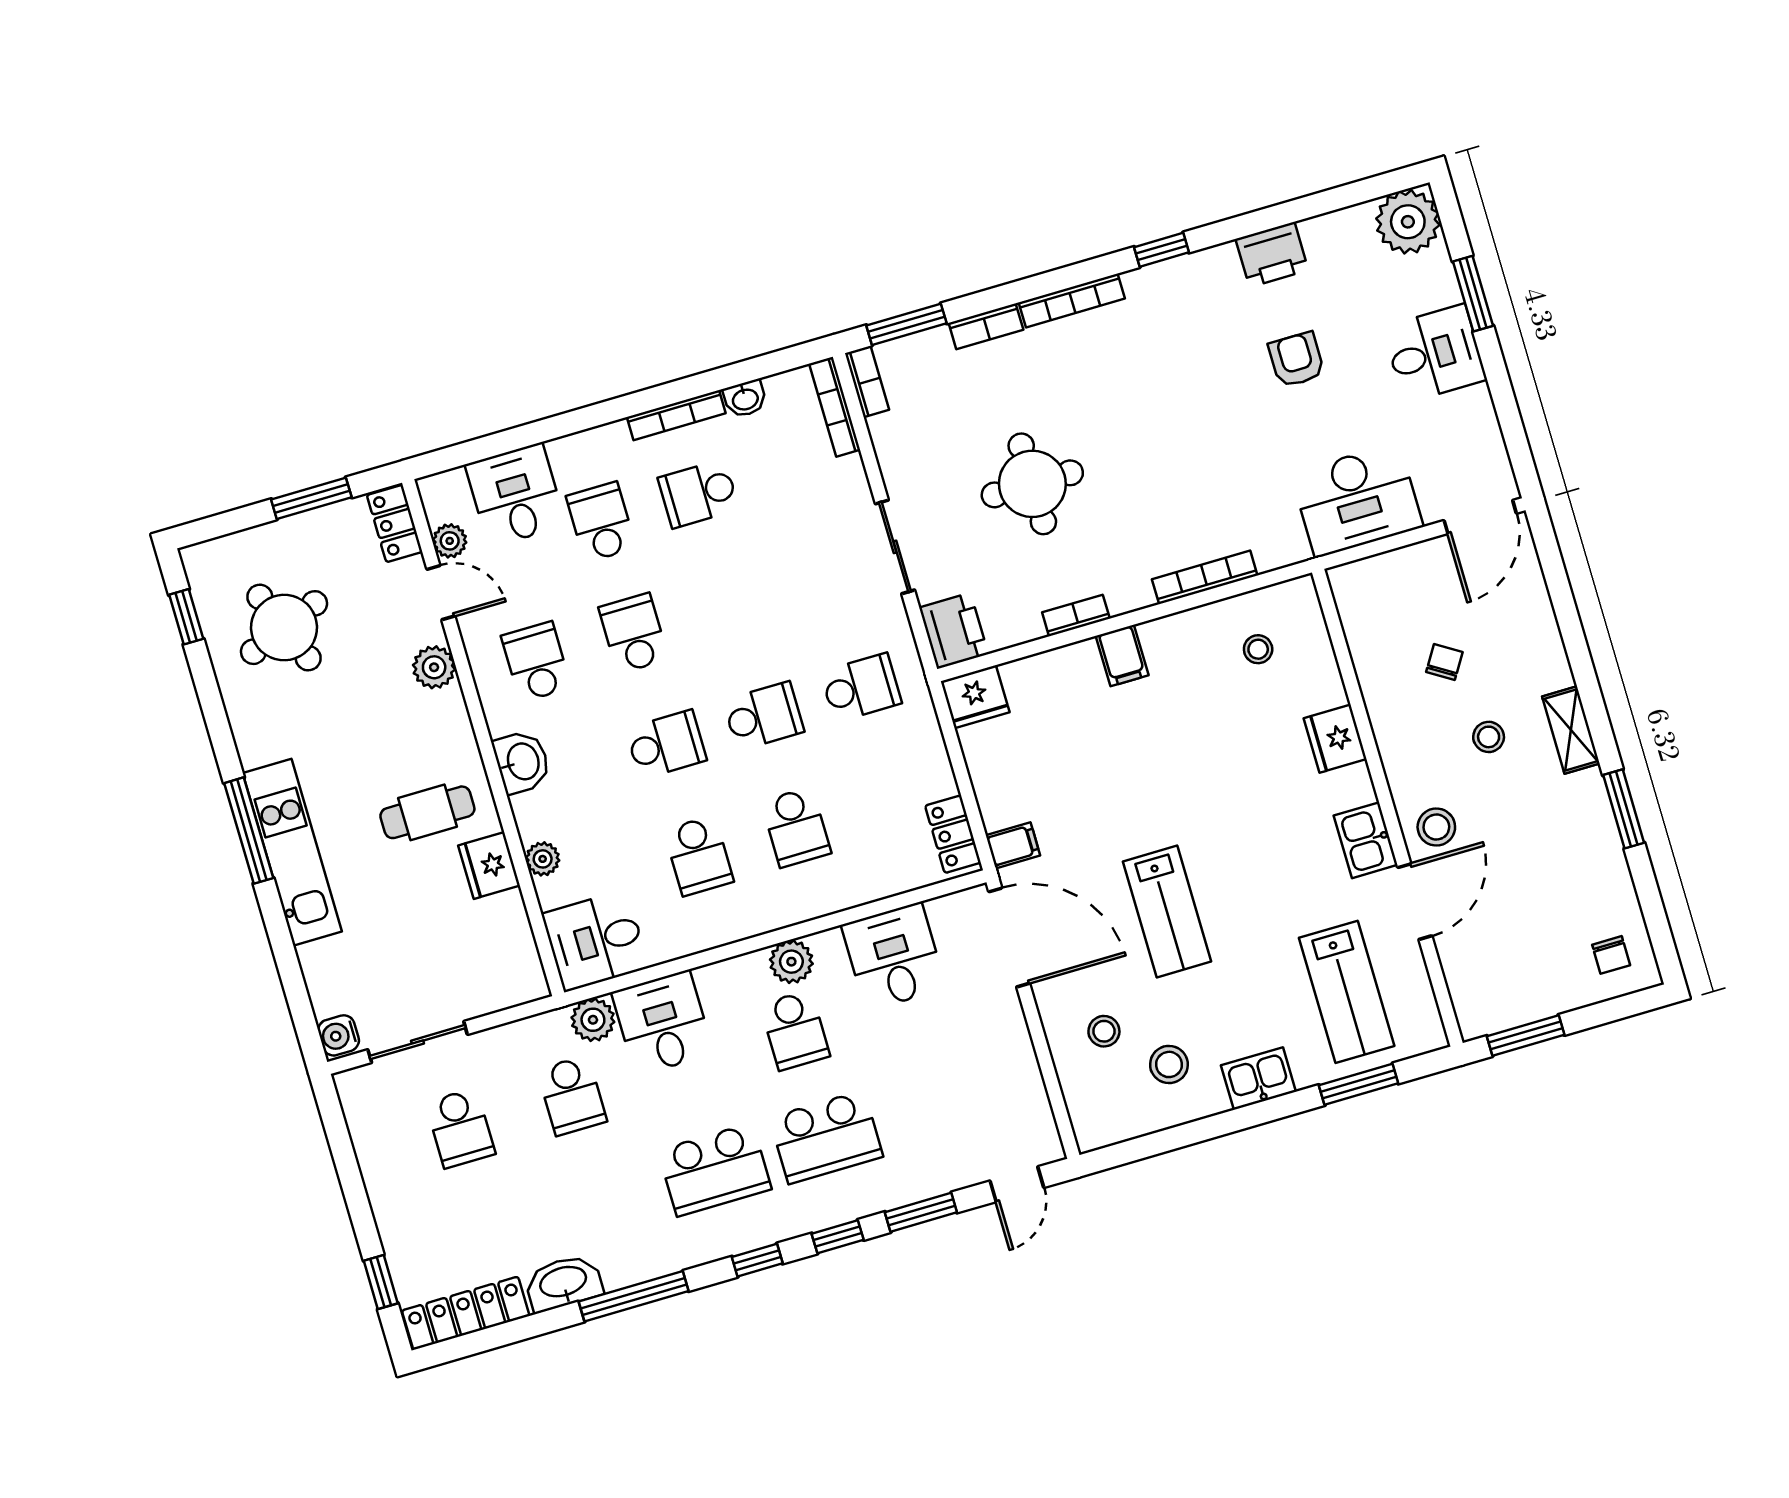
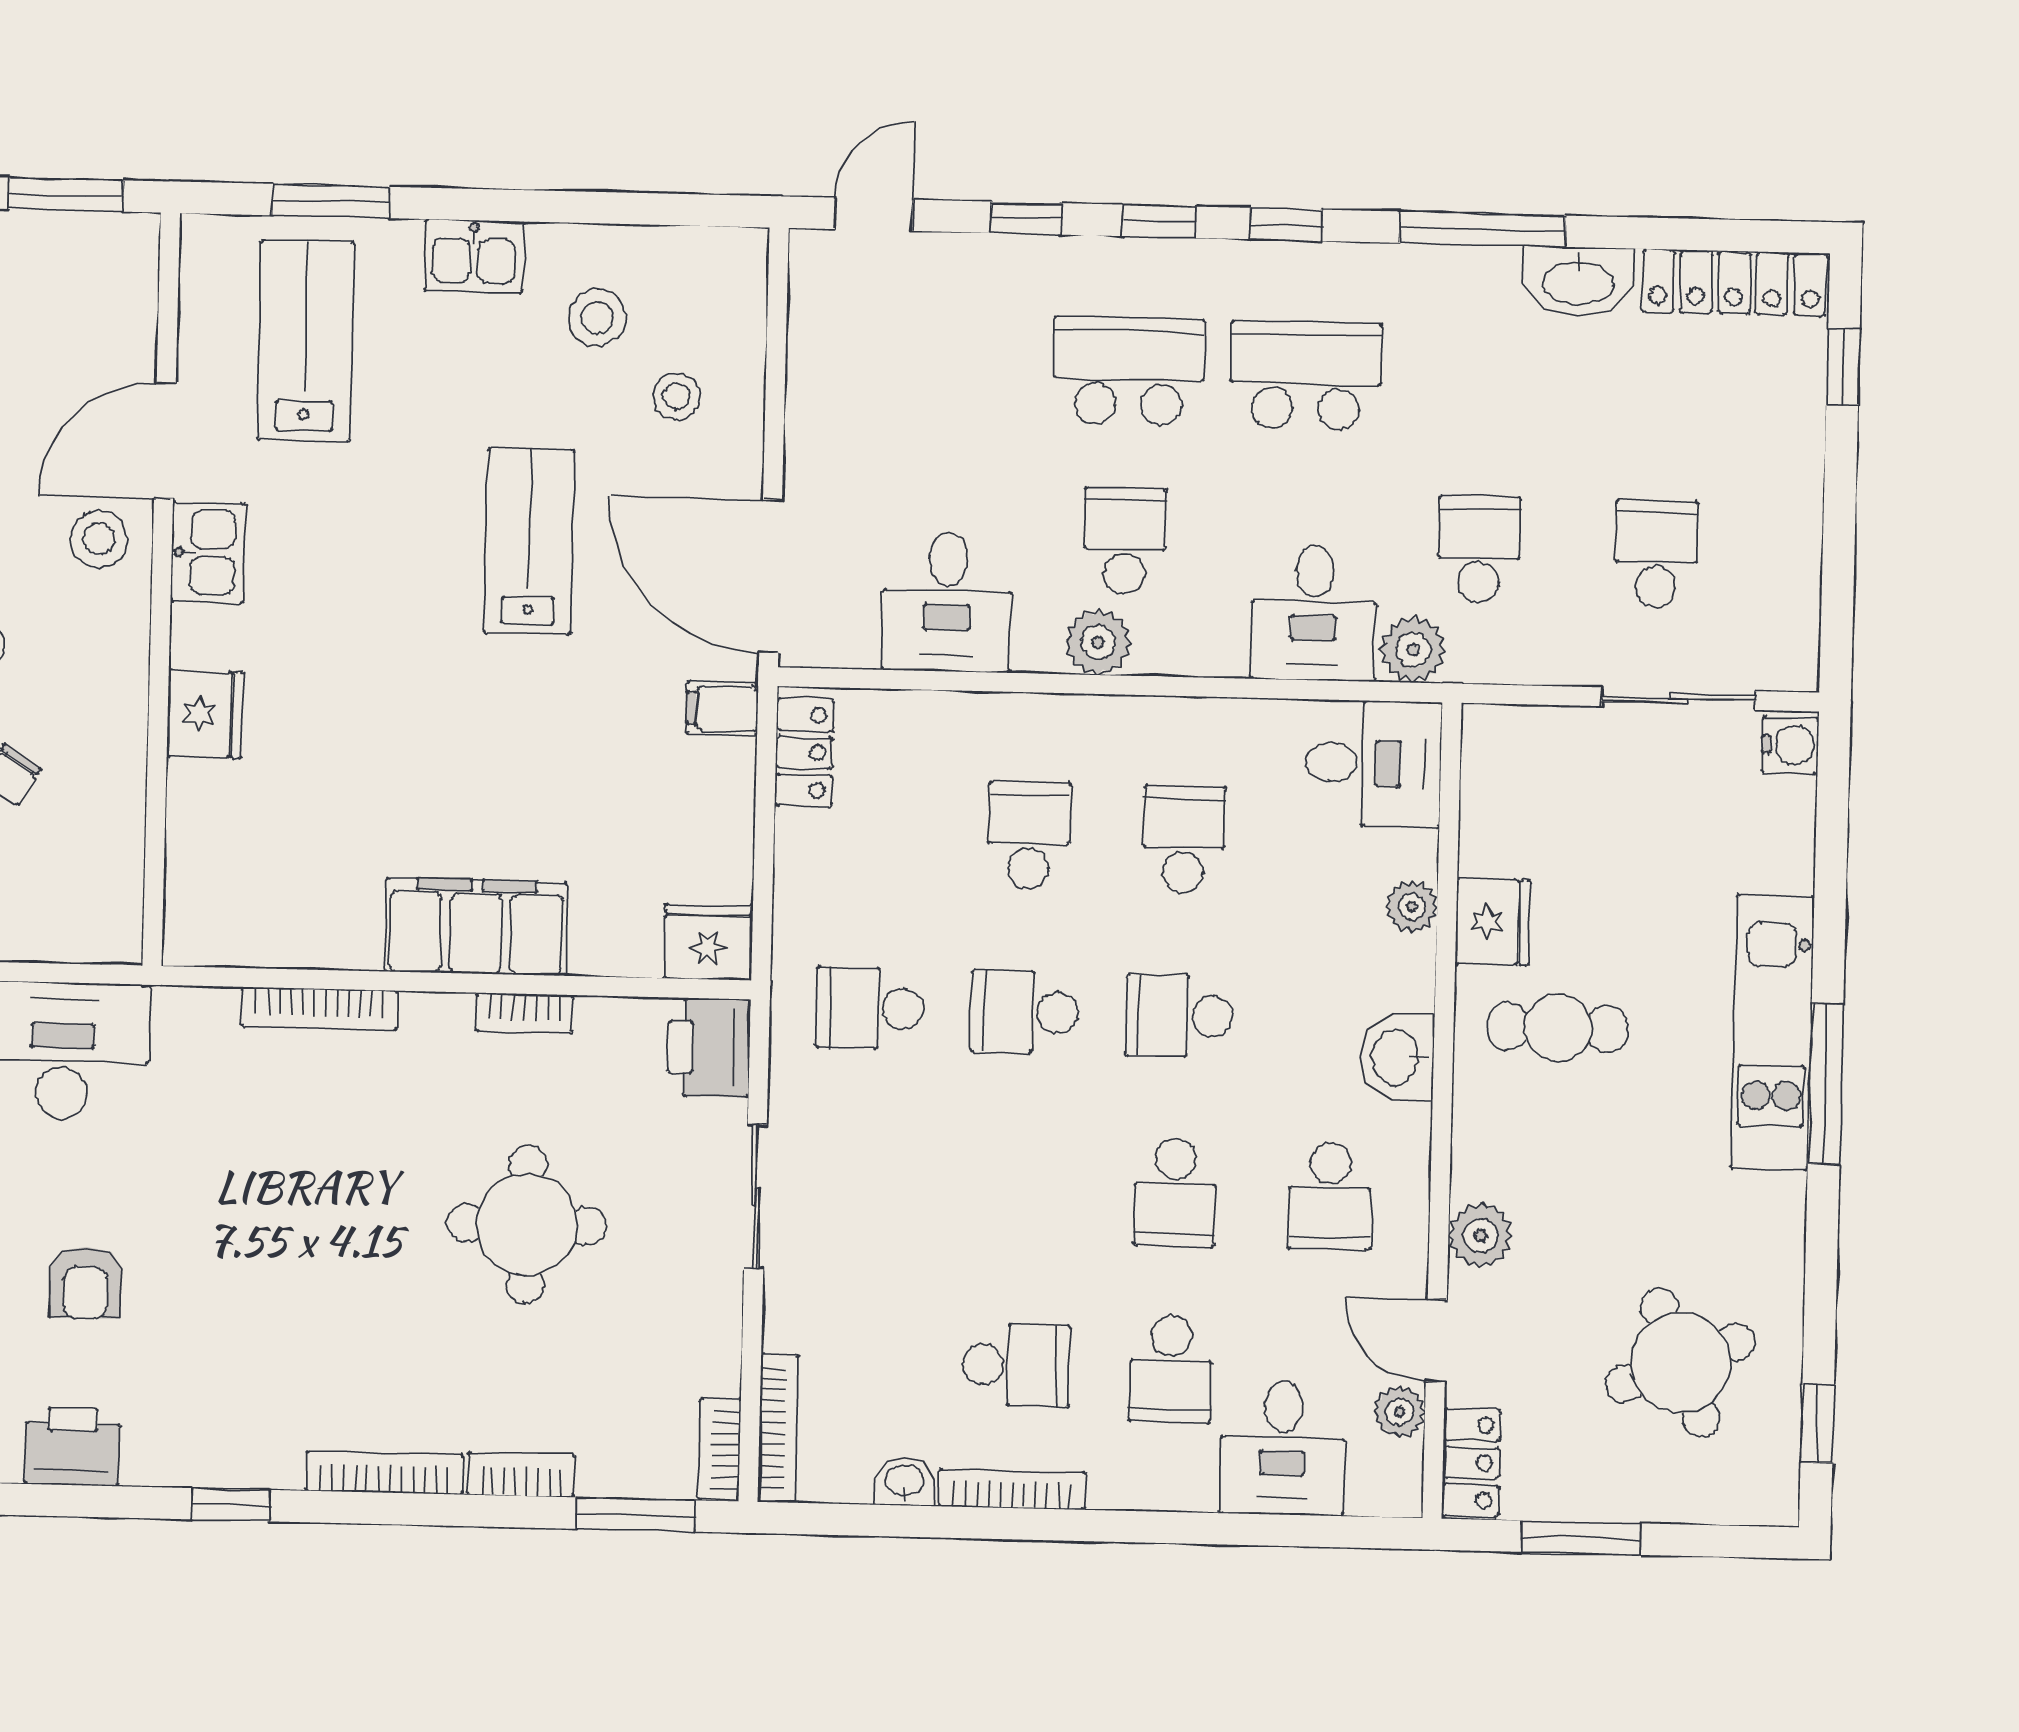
stool: (1258, 649) -> (275, 880), removed
filing cabinet: (1122, 656) -> (476, 927), width x3.00, depth x1.17
window: (921, 1212) -> (1026, 218), width x0.67

